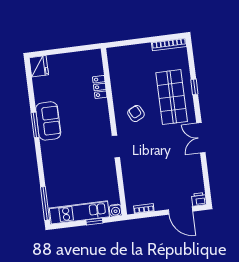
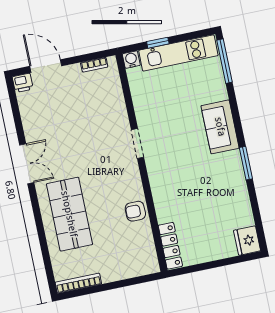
locker: (100, 87) -> (170, 246), moved, width x1.53
window: (194, 87) -> (41, 230), removed
armchair: (136, 113) -> (135, 211), moved, turned 117
sofa: (48, 121) -> (220, 127), moved

